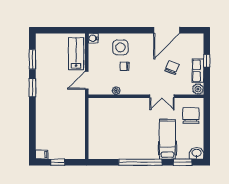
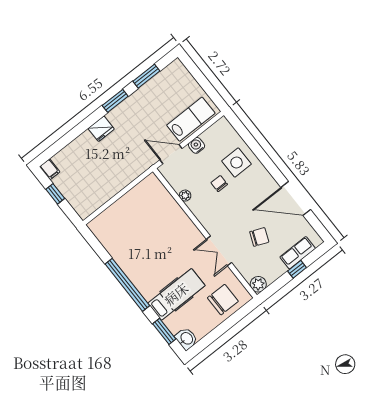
water cooler: (93, 38) -> (197, 145), moved
row of seats: (198, 71) -> (298, 253), moved
fridge: (42, 108) -> (101, 129), added

